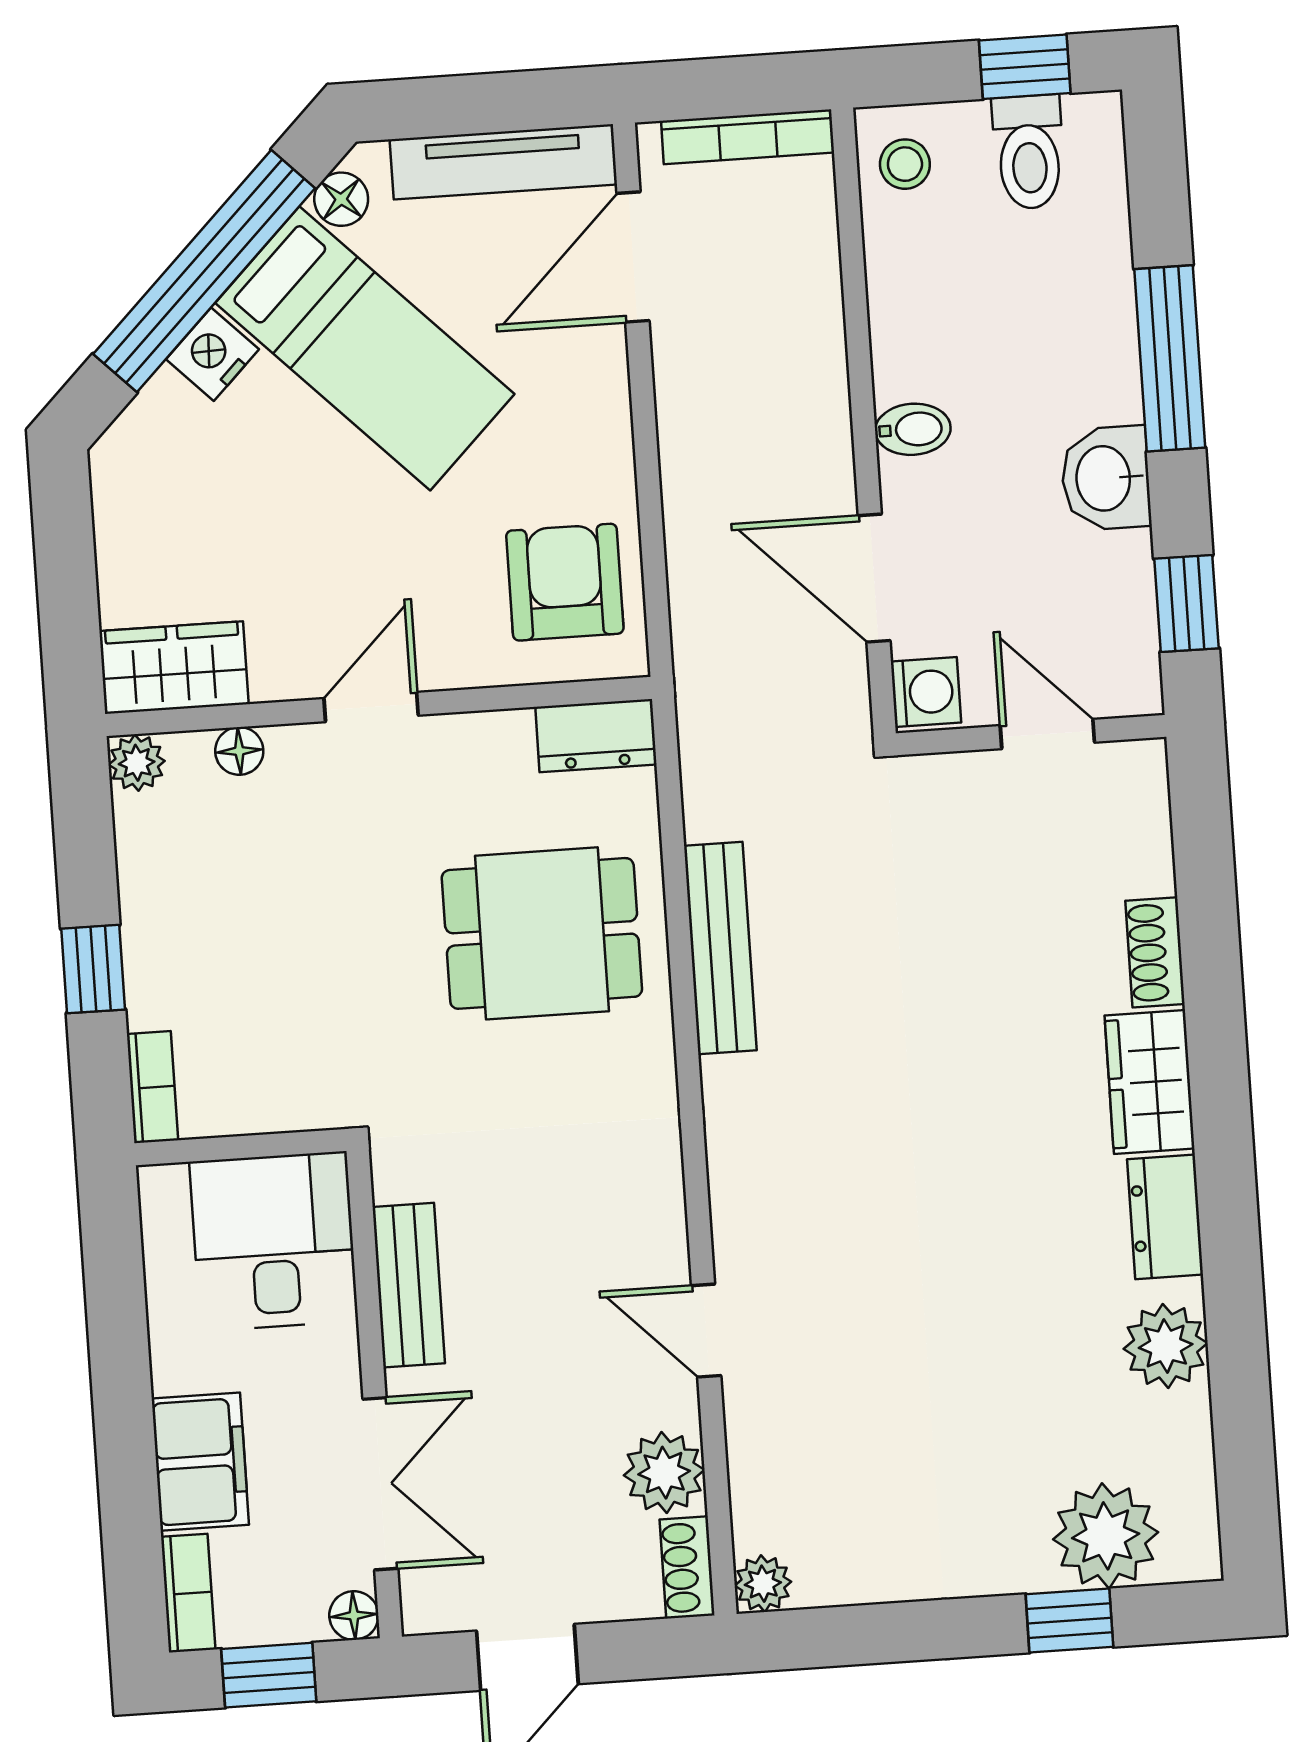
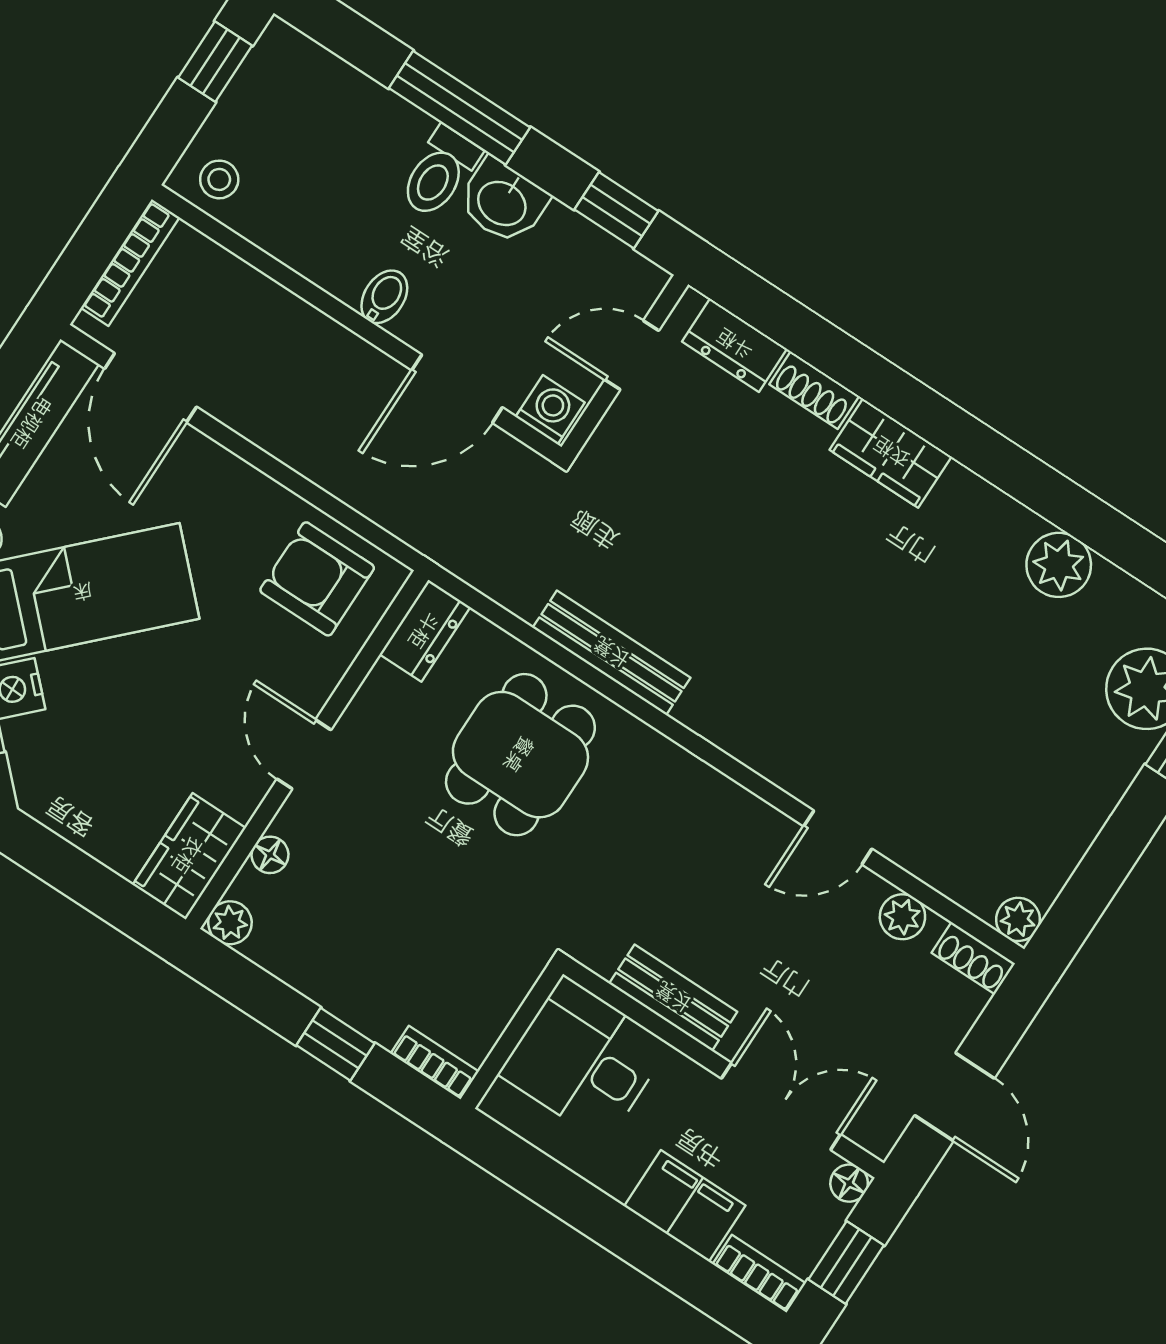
toilet: (1029, 152) -> (439, 172), moved, turned 90
dresser: (1165, 1217) -> (734, 345), moved
plant: (664, 1473) -> (902, 917), width x0.73, depth x0.73

